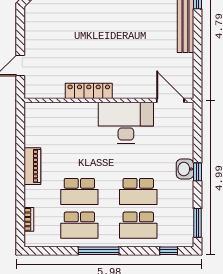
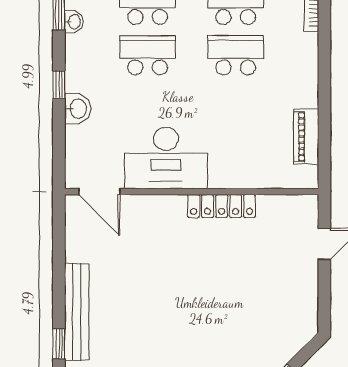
piano: (32, 166) -> (306, 137), moved
washbasin: (185, 169) -> (78, 109), moved
washbasin: (187, 214) -> (74, 22), added

